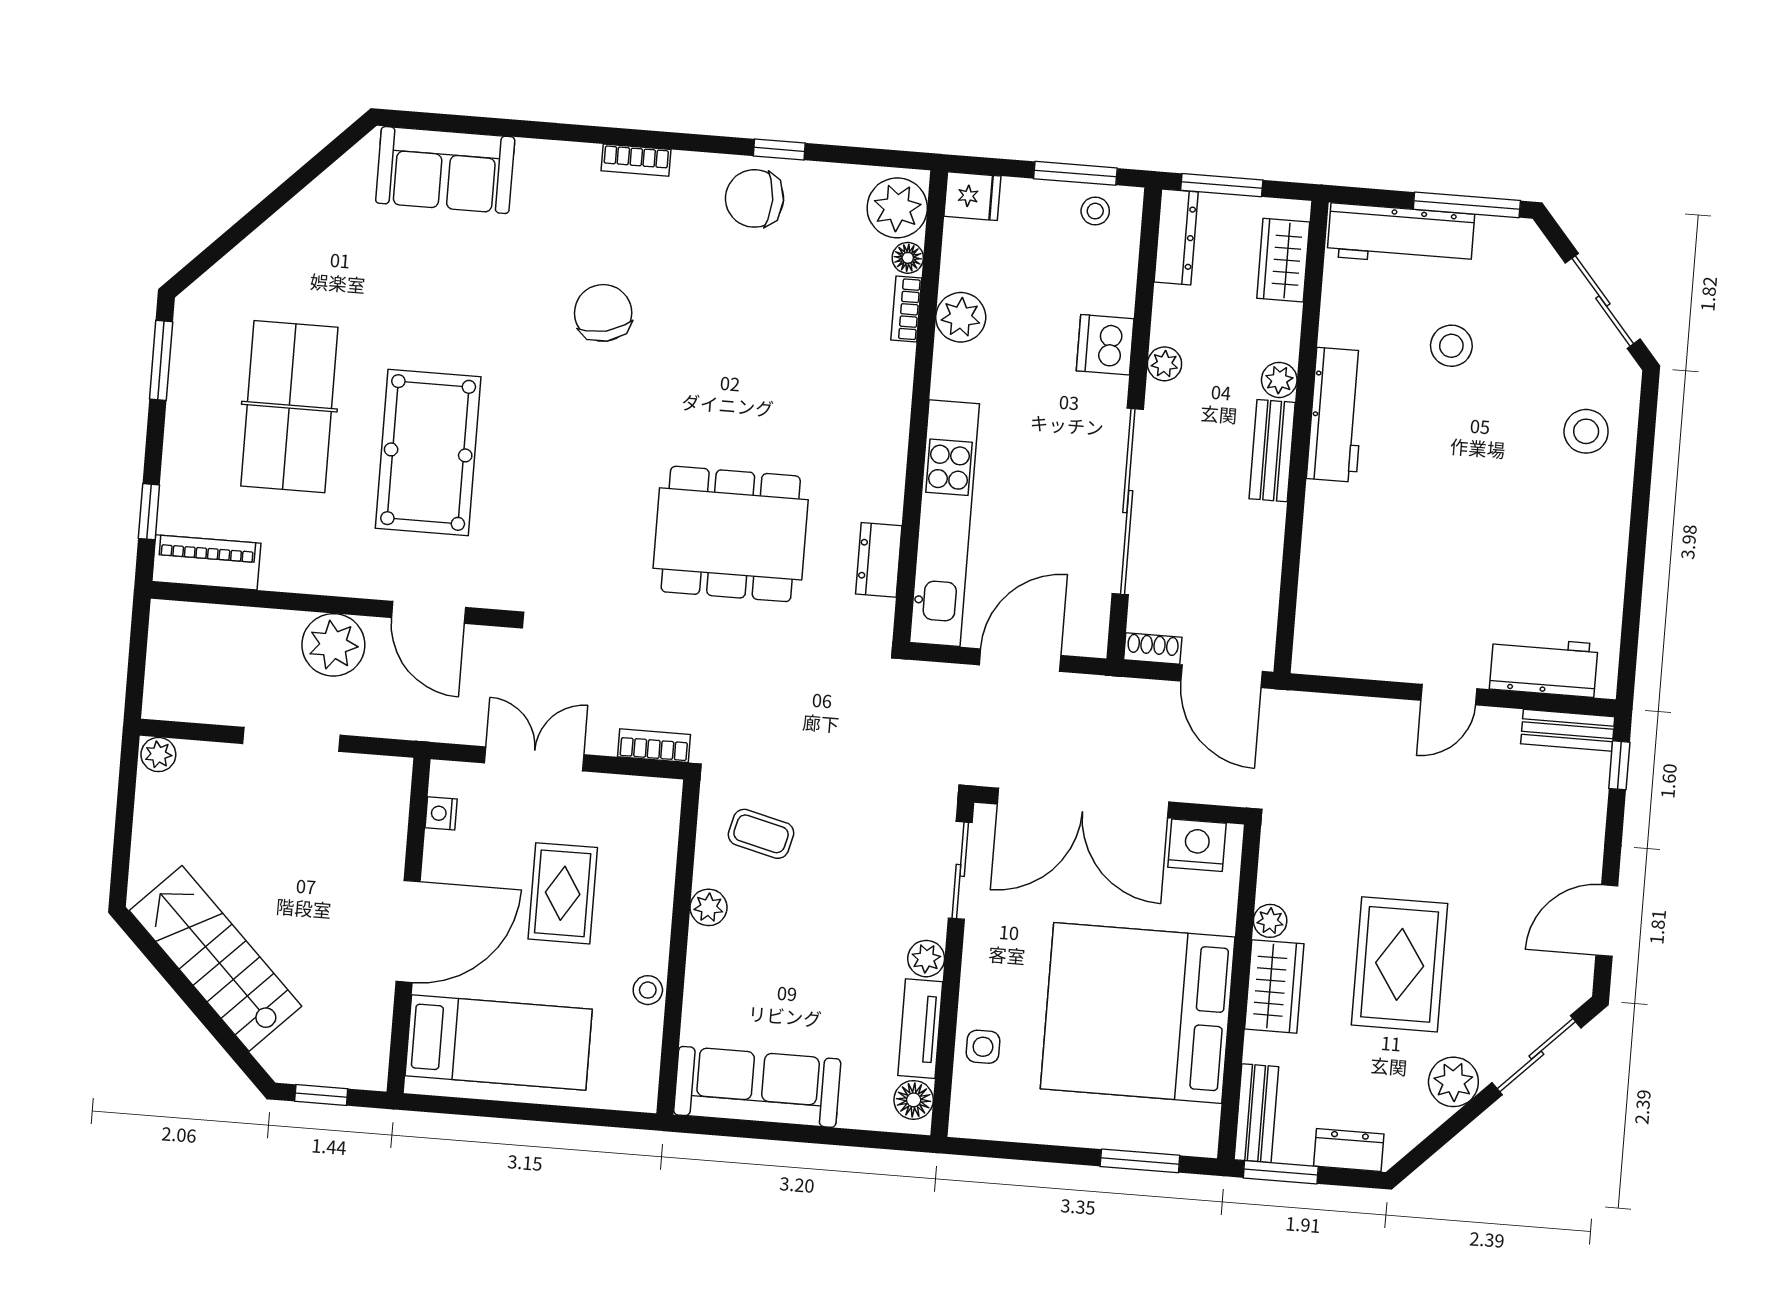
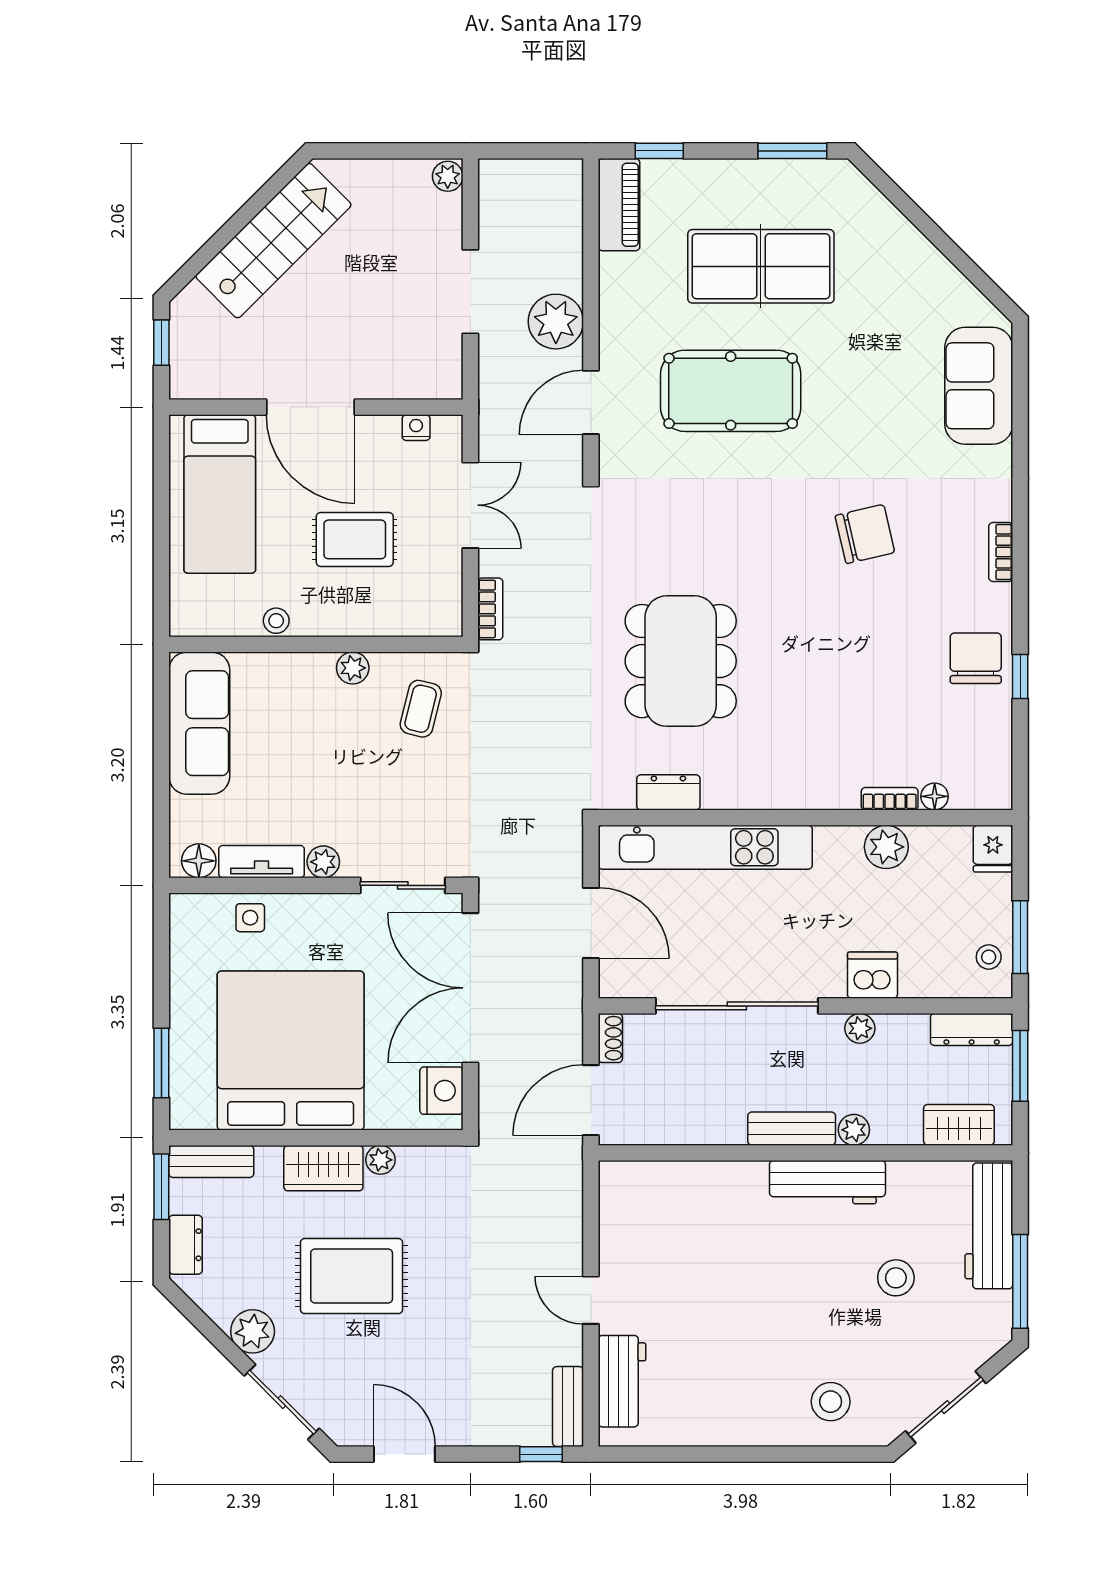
plant: (897, 208) -> (977, 784), removed

